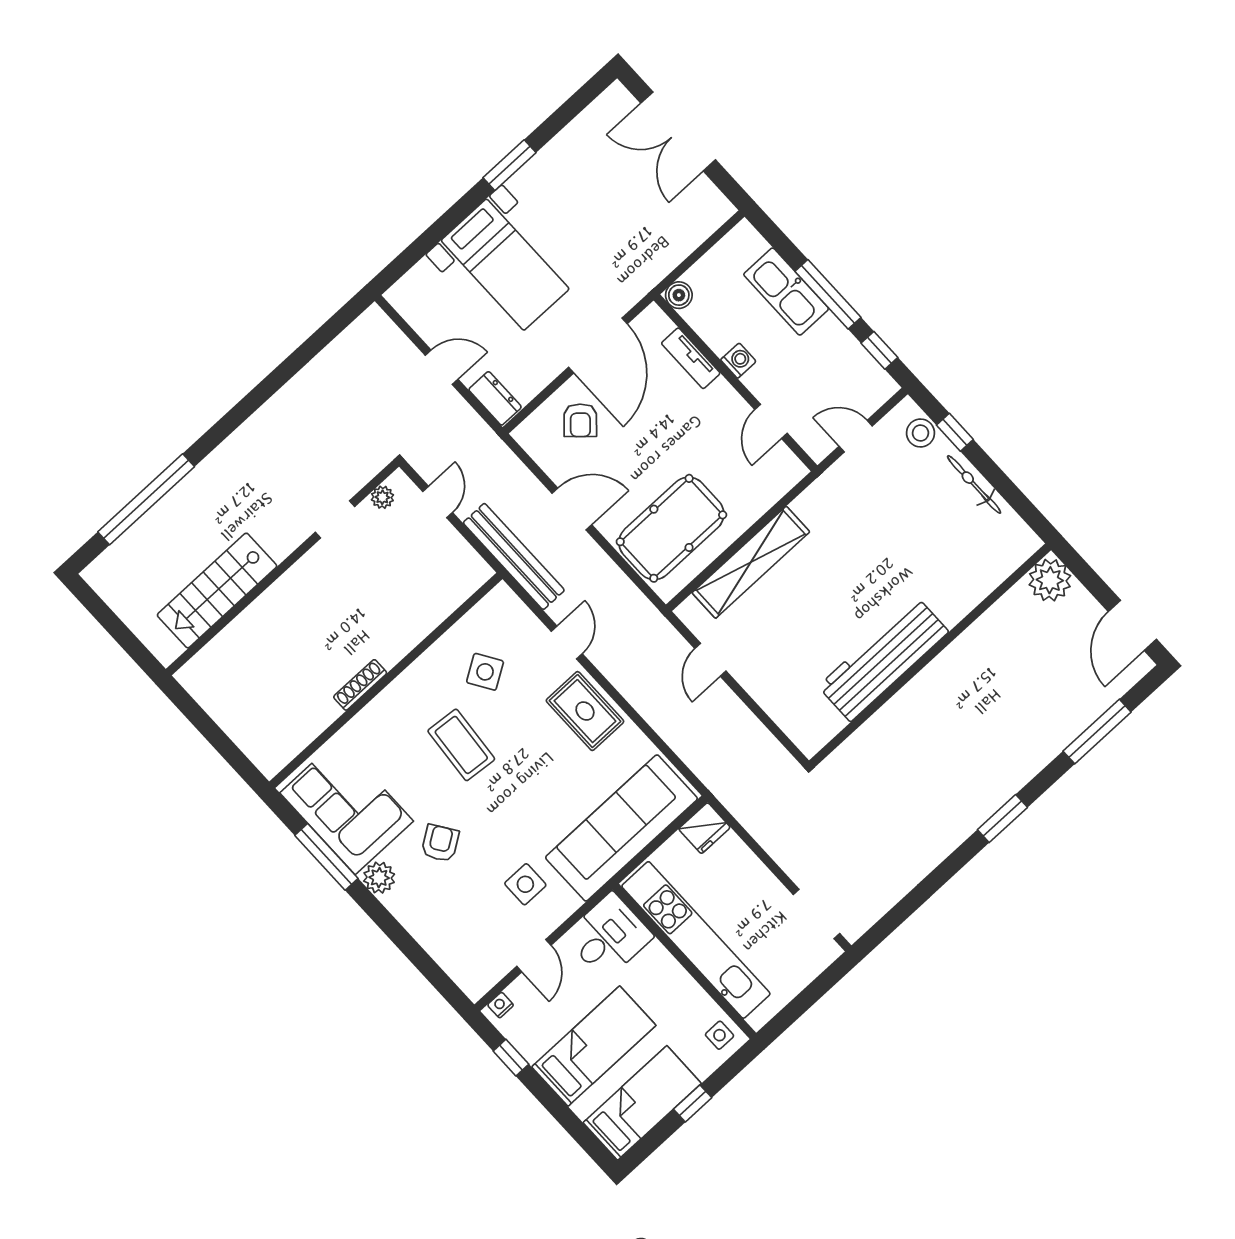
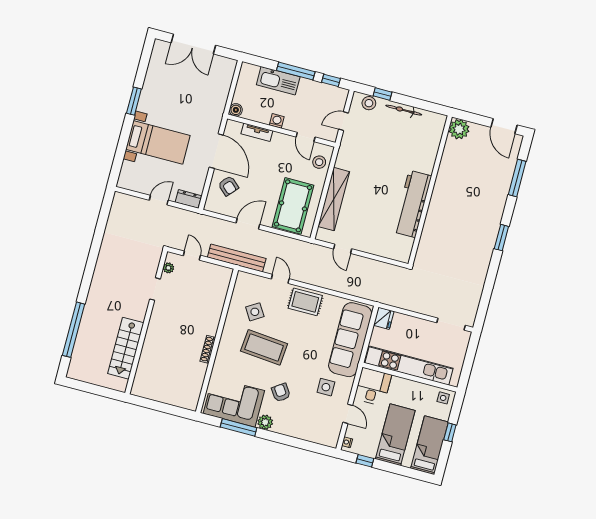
stool: (767, 481) -> (319, 162), added
coffee table: (461, 745) -> (264, 347), width x1.36, depth x1.32

